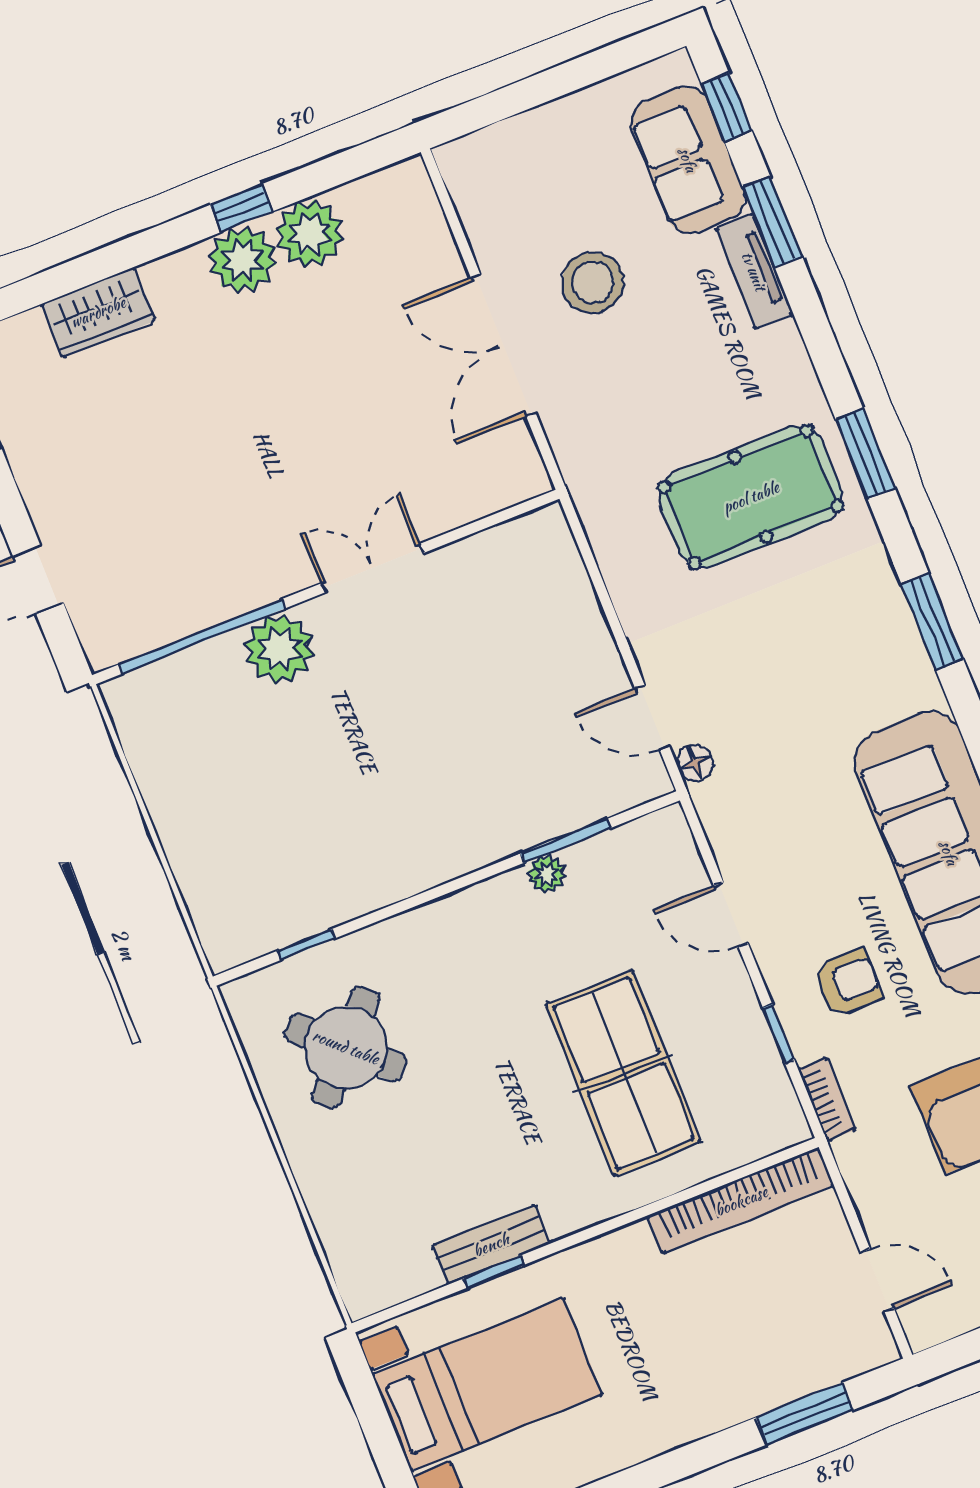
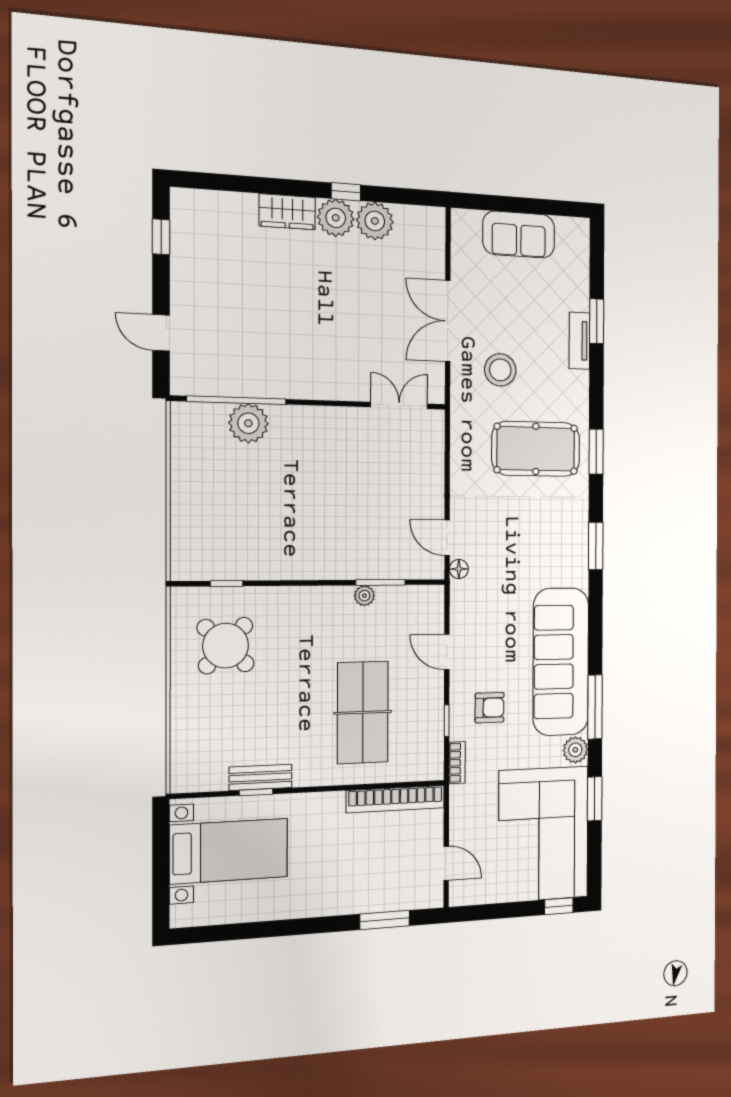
window: (726, 107) -> (597, 256), removed
sofa: (688, 160) -> (519, 234), moved, turned -90
stool: (593, 282) -> (500, 370), moved
wardrobe: (98, 312) -> (287, 212), moved
double door: (372, 568) -> (399, 405), moved
plant: (279, 649) -> (248, 423), moved

